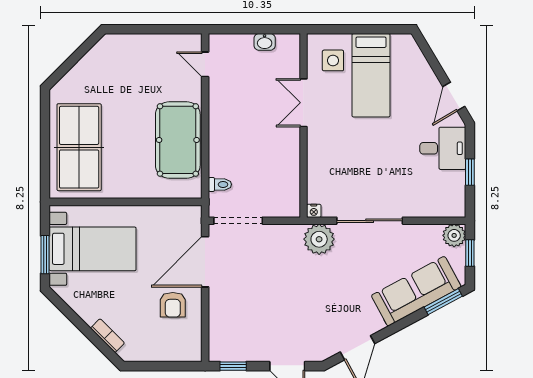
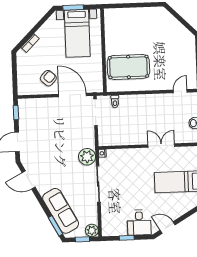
side table: (333, 60) -> (185, 161), removed
pool table: (178, 140) -> (128, 67), moved
table tennis table: (79, 147) -> (132, 24), removed
armchair: (173, 305) -> (48, 78), turned 133

